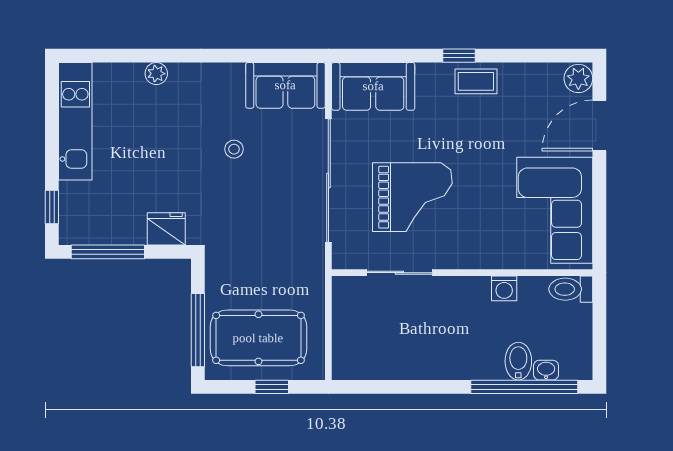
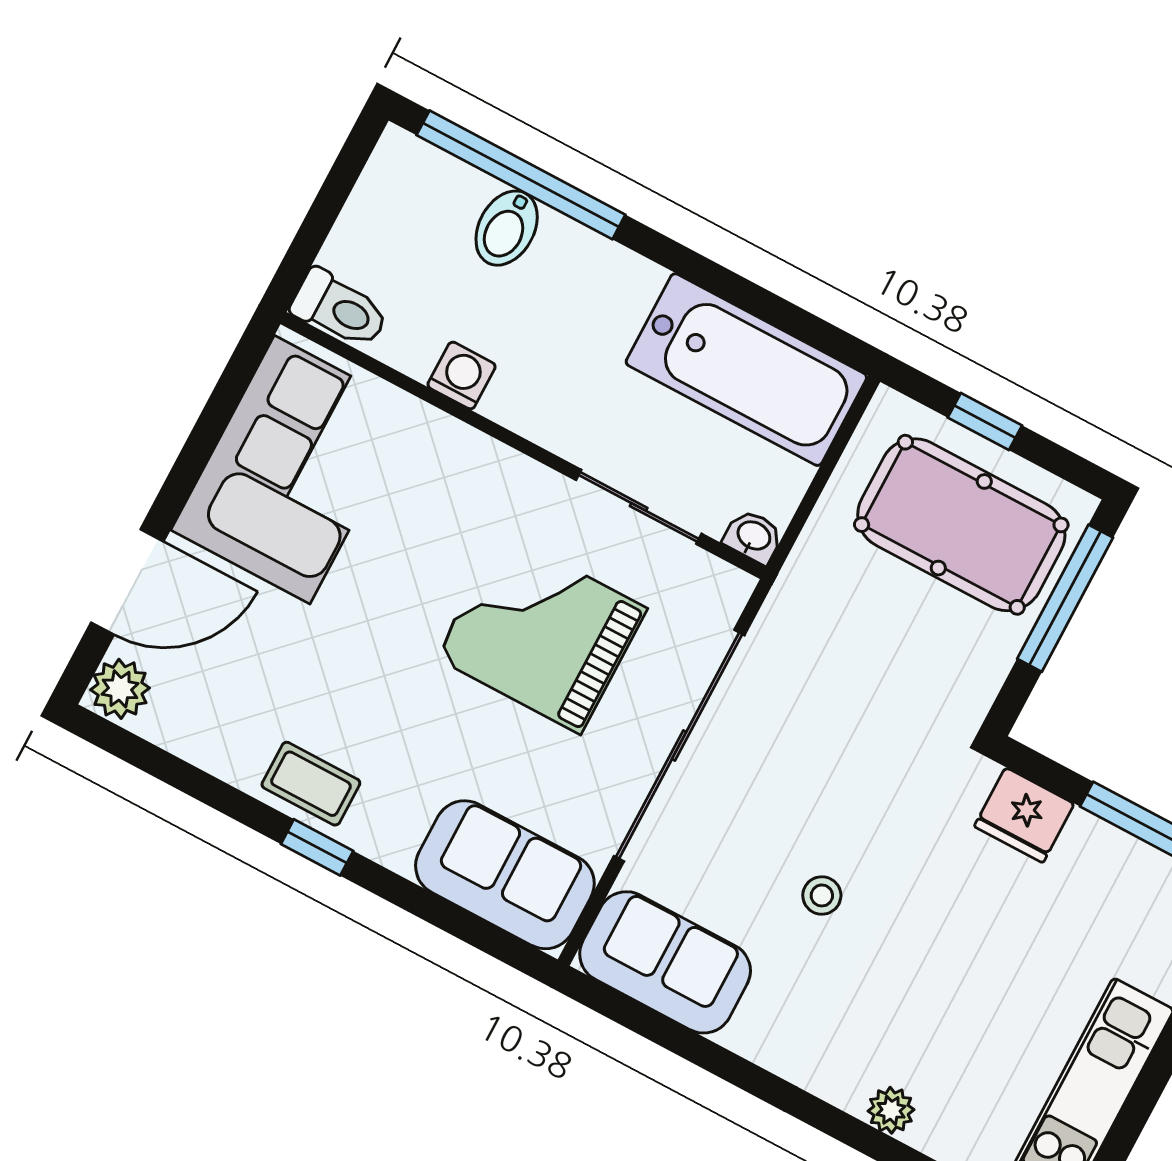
bathtub: (385, 355) -> (746, 370), added
washbasin: (546, 370) -> (753, 537), moved, turned 180

